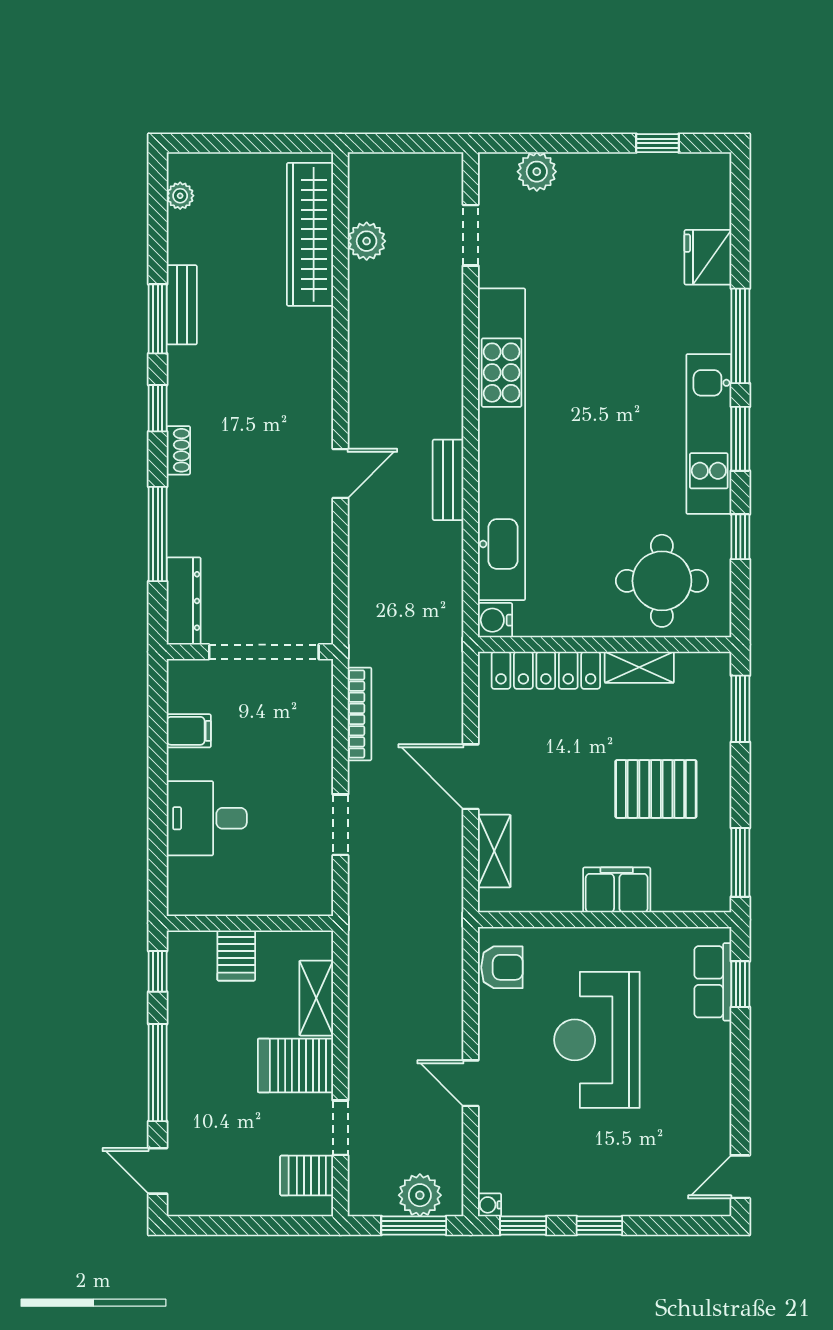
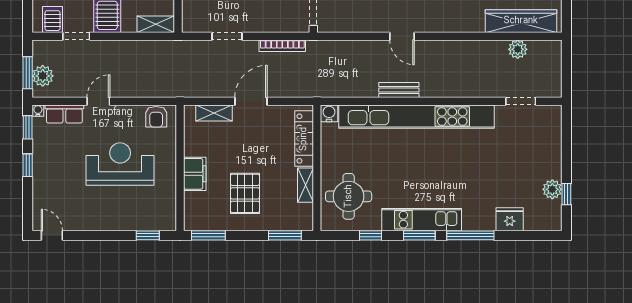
plant: (537, 172) -> (552, 189), moved
row of seats: (713, 982) -> (64, 114), moved, turned 180
shelving: (316, 998) -> (156, 24), moved

